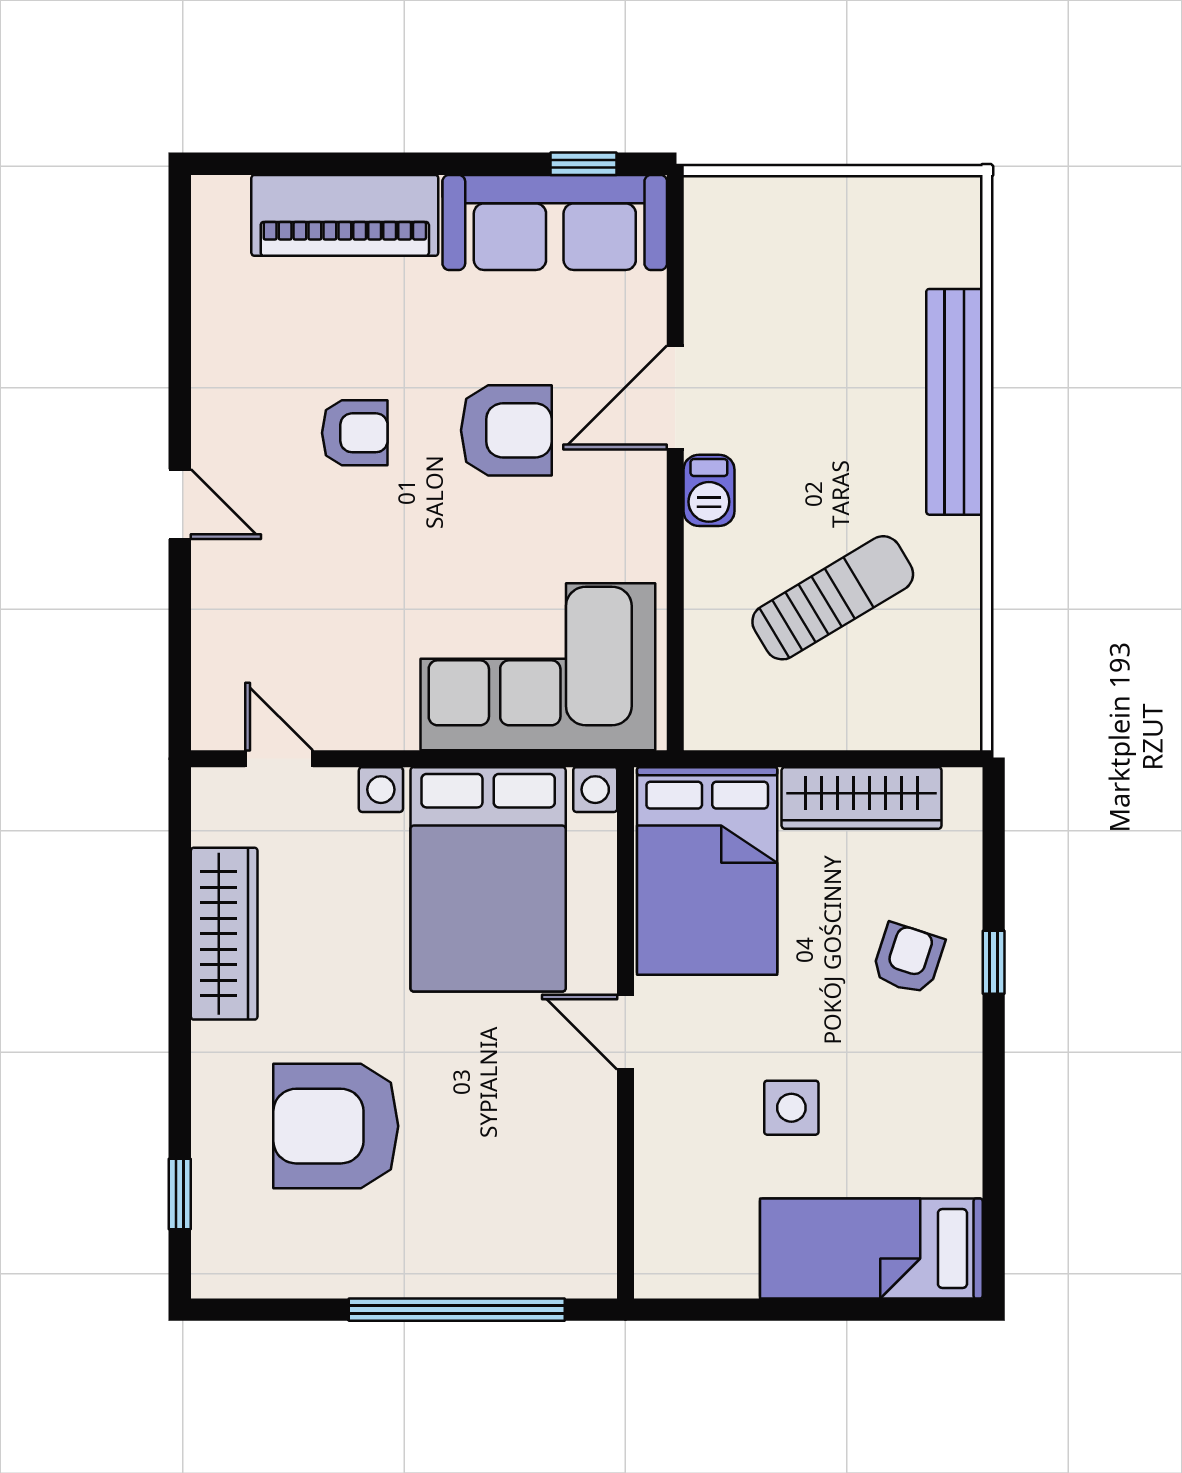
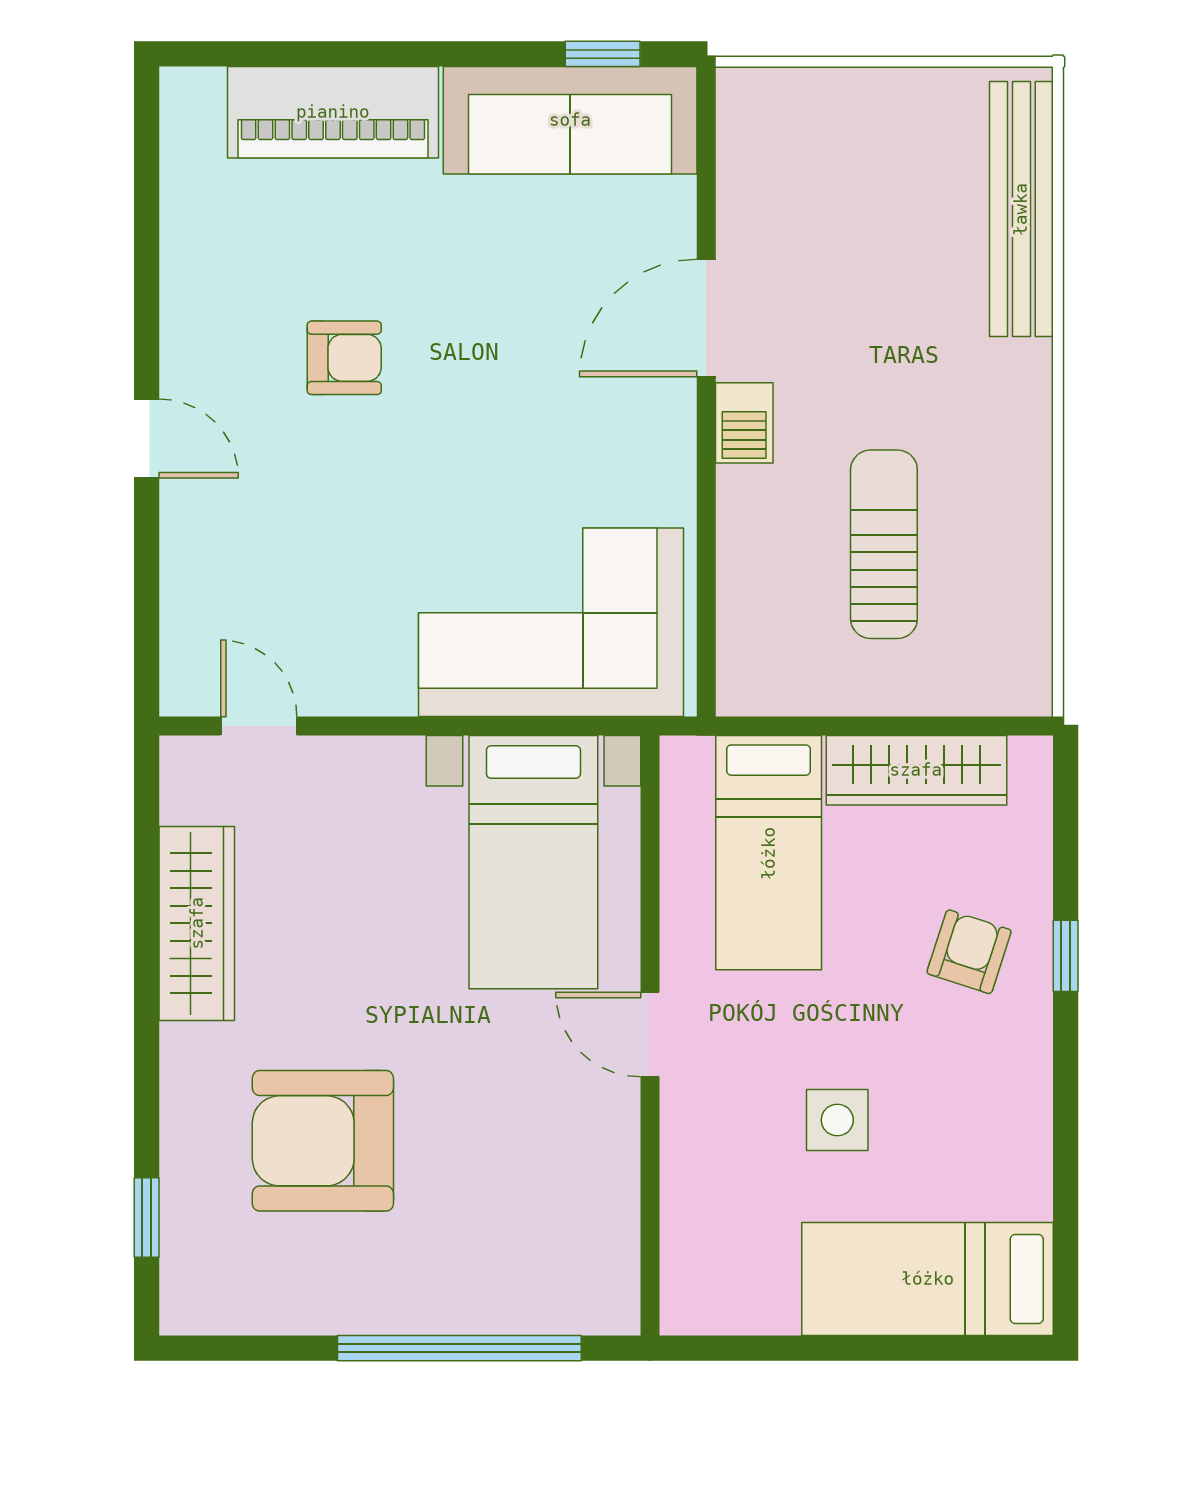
bench: (954, 402) -> (1021, 209), moved
armchair: (506, 430) -> (515, 355), removed
sun lounger: (833, 598) -> (884, 544), turned -59
bed: (707, 871) -> (769, 853), width x0.67
bed with nightstands: (488, 879) -> (533, 862), width x0.73

